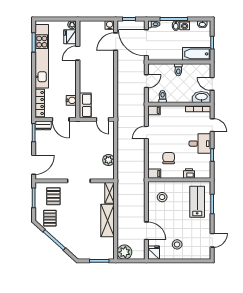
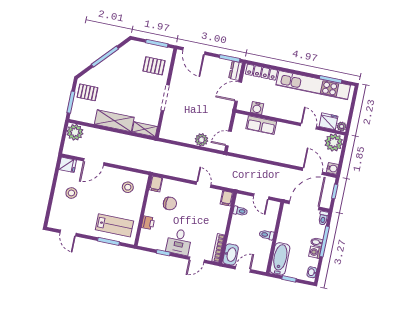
plant: (87, 28) -> (334, 142), added
row of seats: (85, 105) -> (261, 125), moved
plant: (108, 160) -> (201, 140), moved
pallet: (50, 218) -> (87, 92), moved

